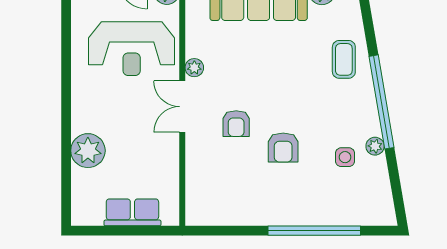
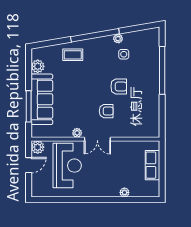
plant: (88, 151) -> (124, 192), width x0.53, depth x0.53

